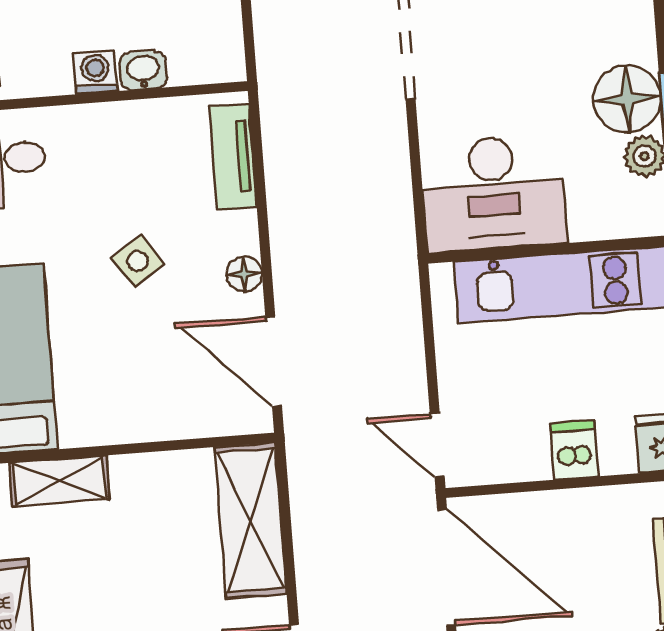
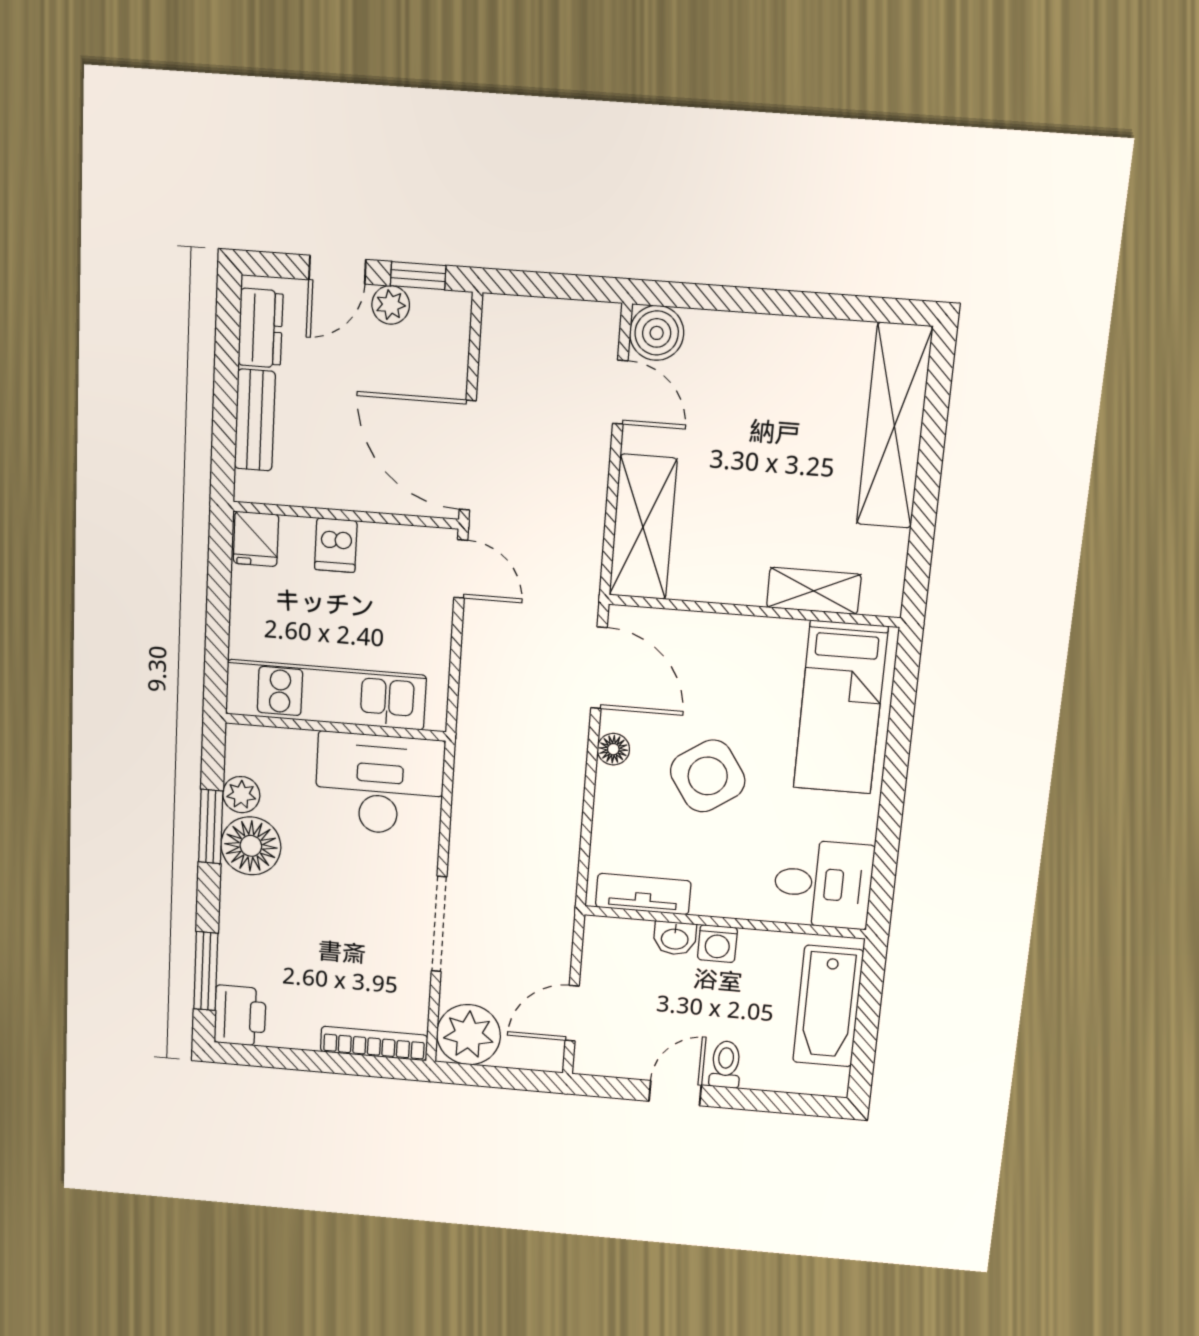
tv unit: (233, 157) -> (643, 894), moved, turned -90
side table: (138, 261) -> (708, 776), width x1.87, depth x1.87

